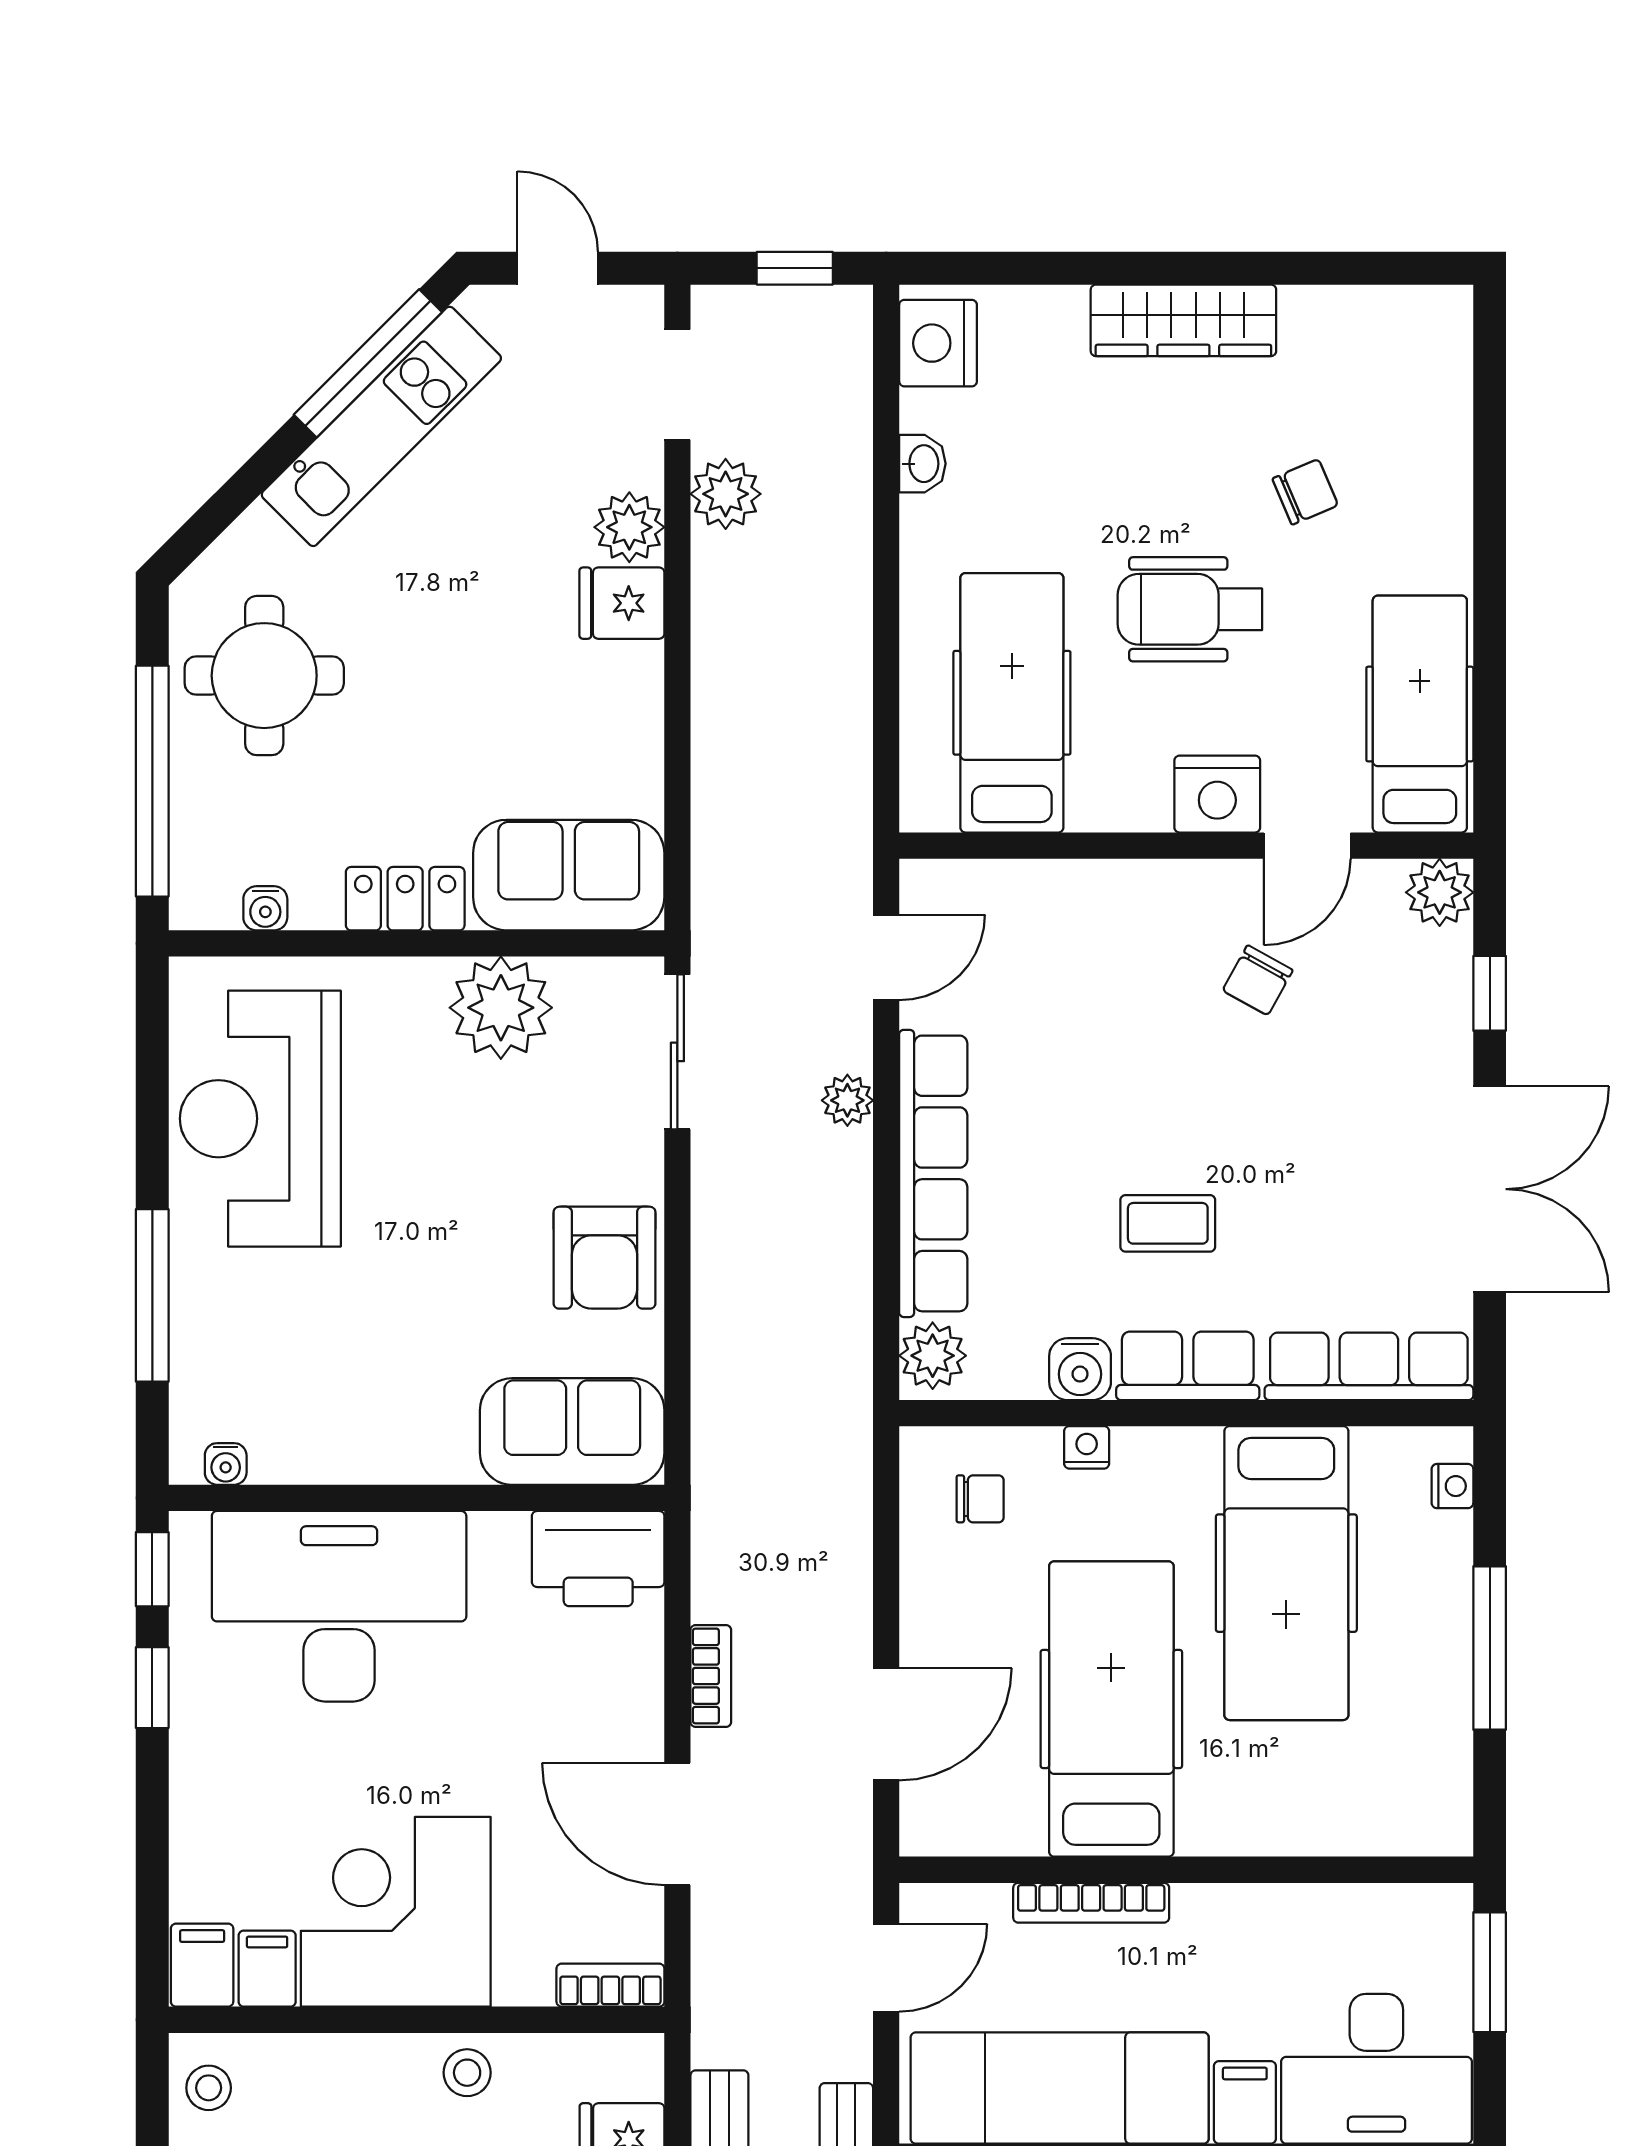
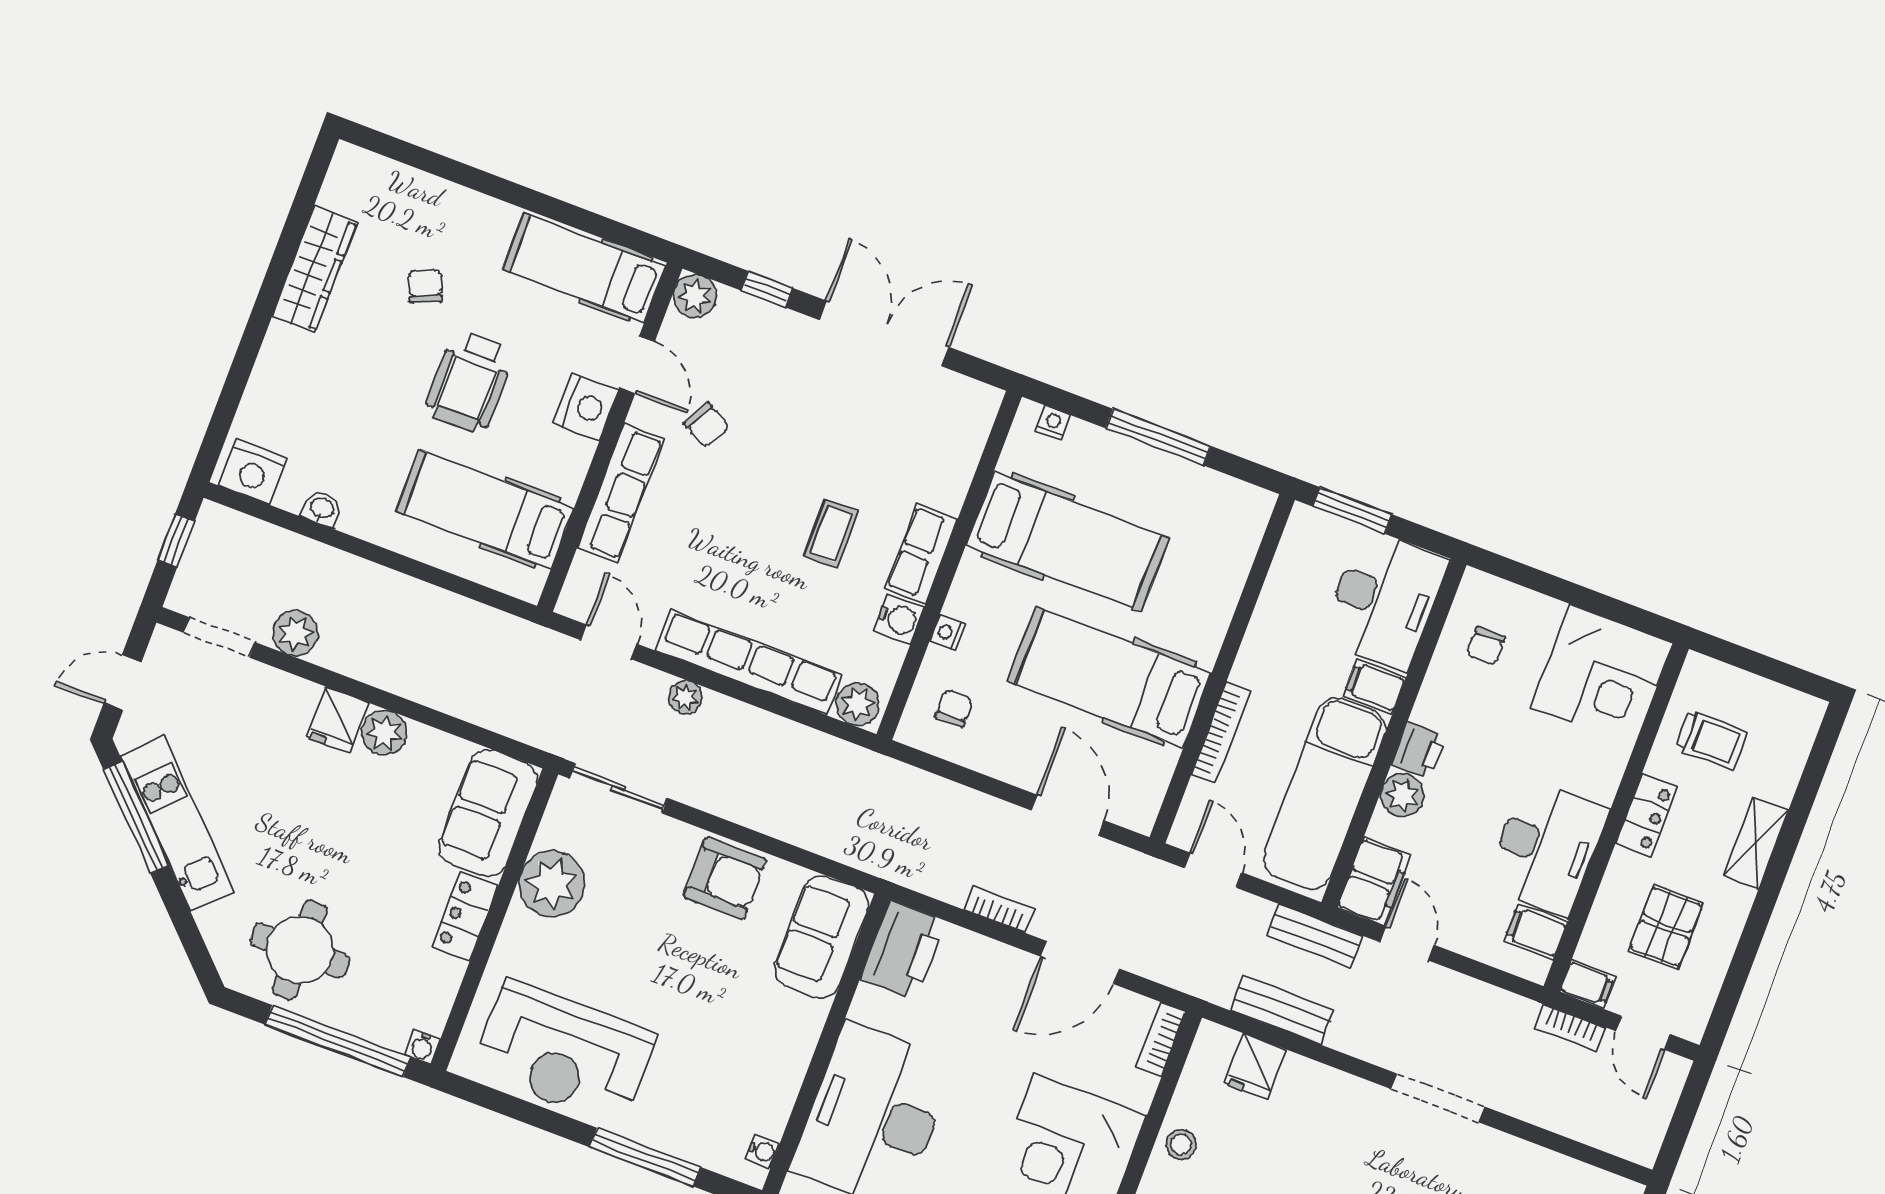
wardrobe: (1183, 320) -> (314, 269), moved
plant: (629, 527) -> (384, 733), moved
water cooler: (265, 908) -> (422, 1047), moved, turned 90
row of seats: (1369, 1366) -> (621, 493), moved, turned 180

